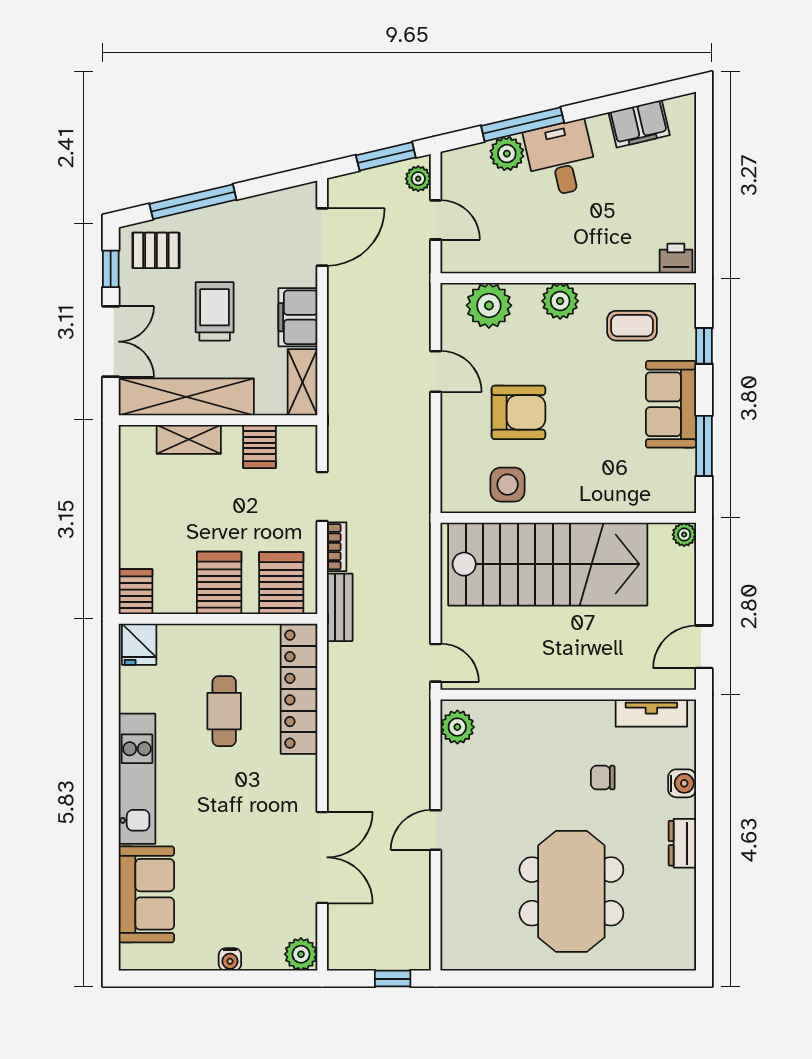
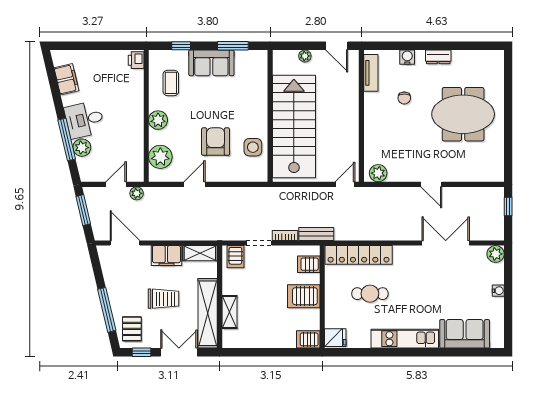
plant: (418, 179) -> (137, 193), moved
trolley: (215, 311) -> (163, 299), turned 180
server rack: (260, 446) -> (235, 257), moved, turned 90
plant: (684, 535) -> (305, 56), moved
server rack: (281, 583) -> (309, 264), width x0.73, depth x0.70

